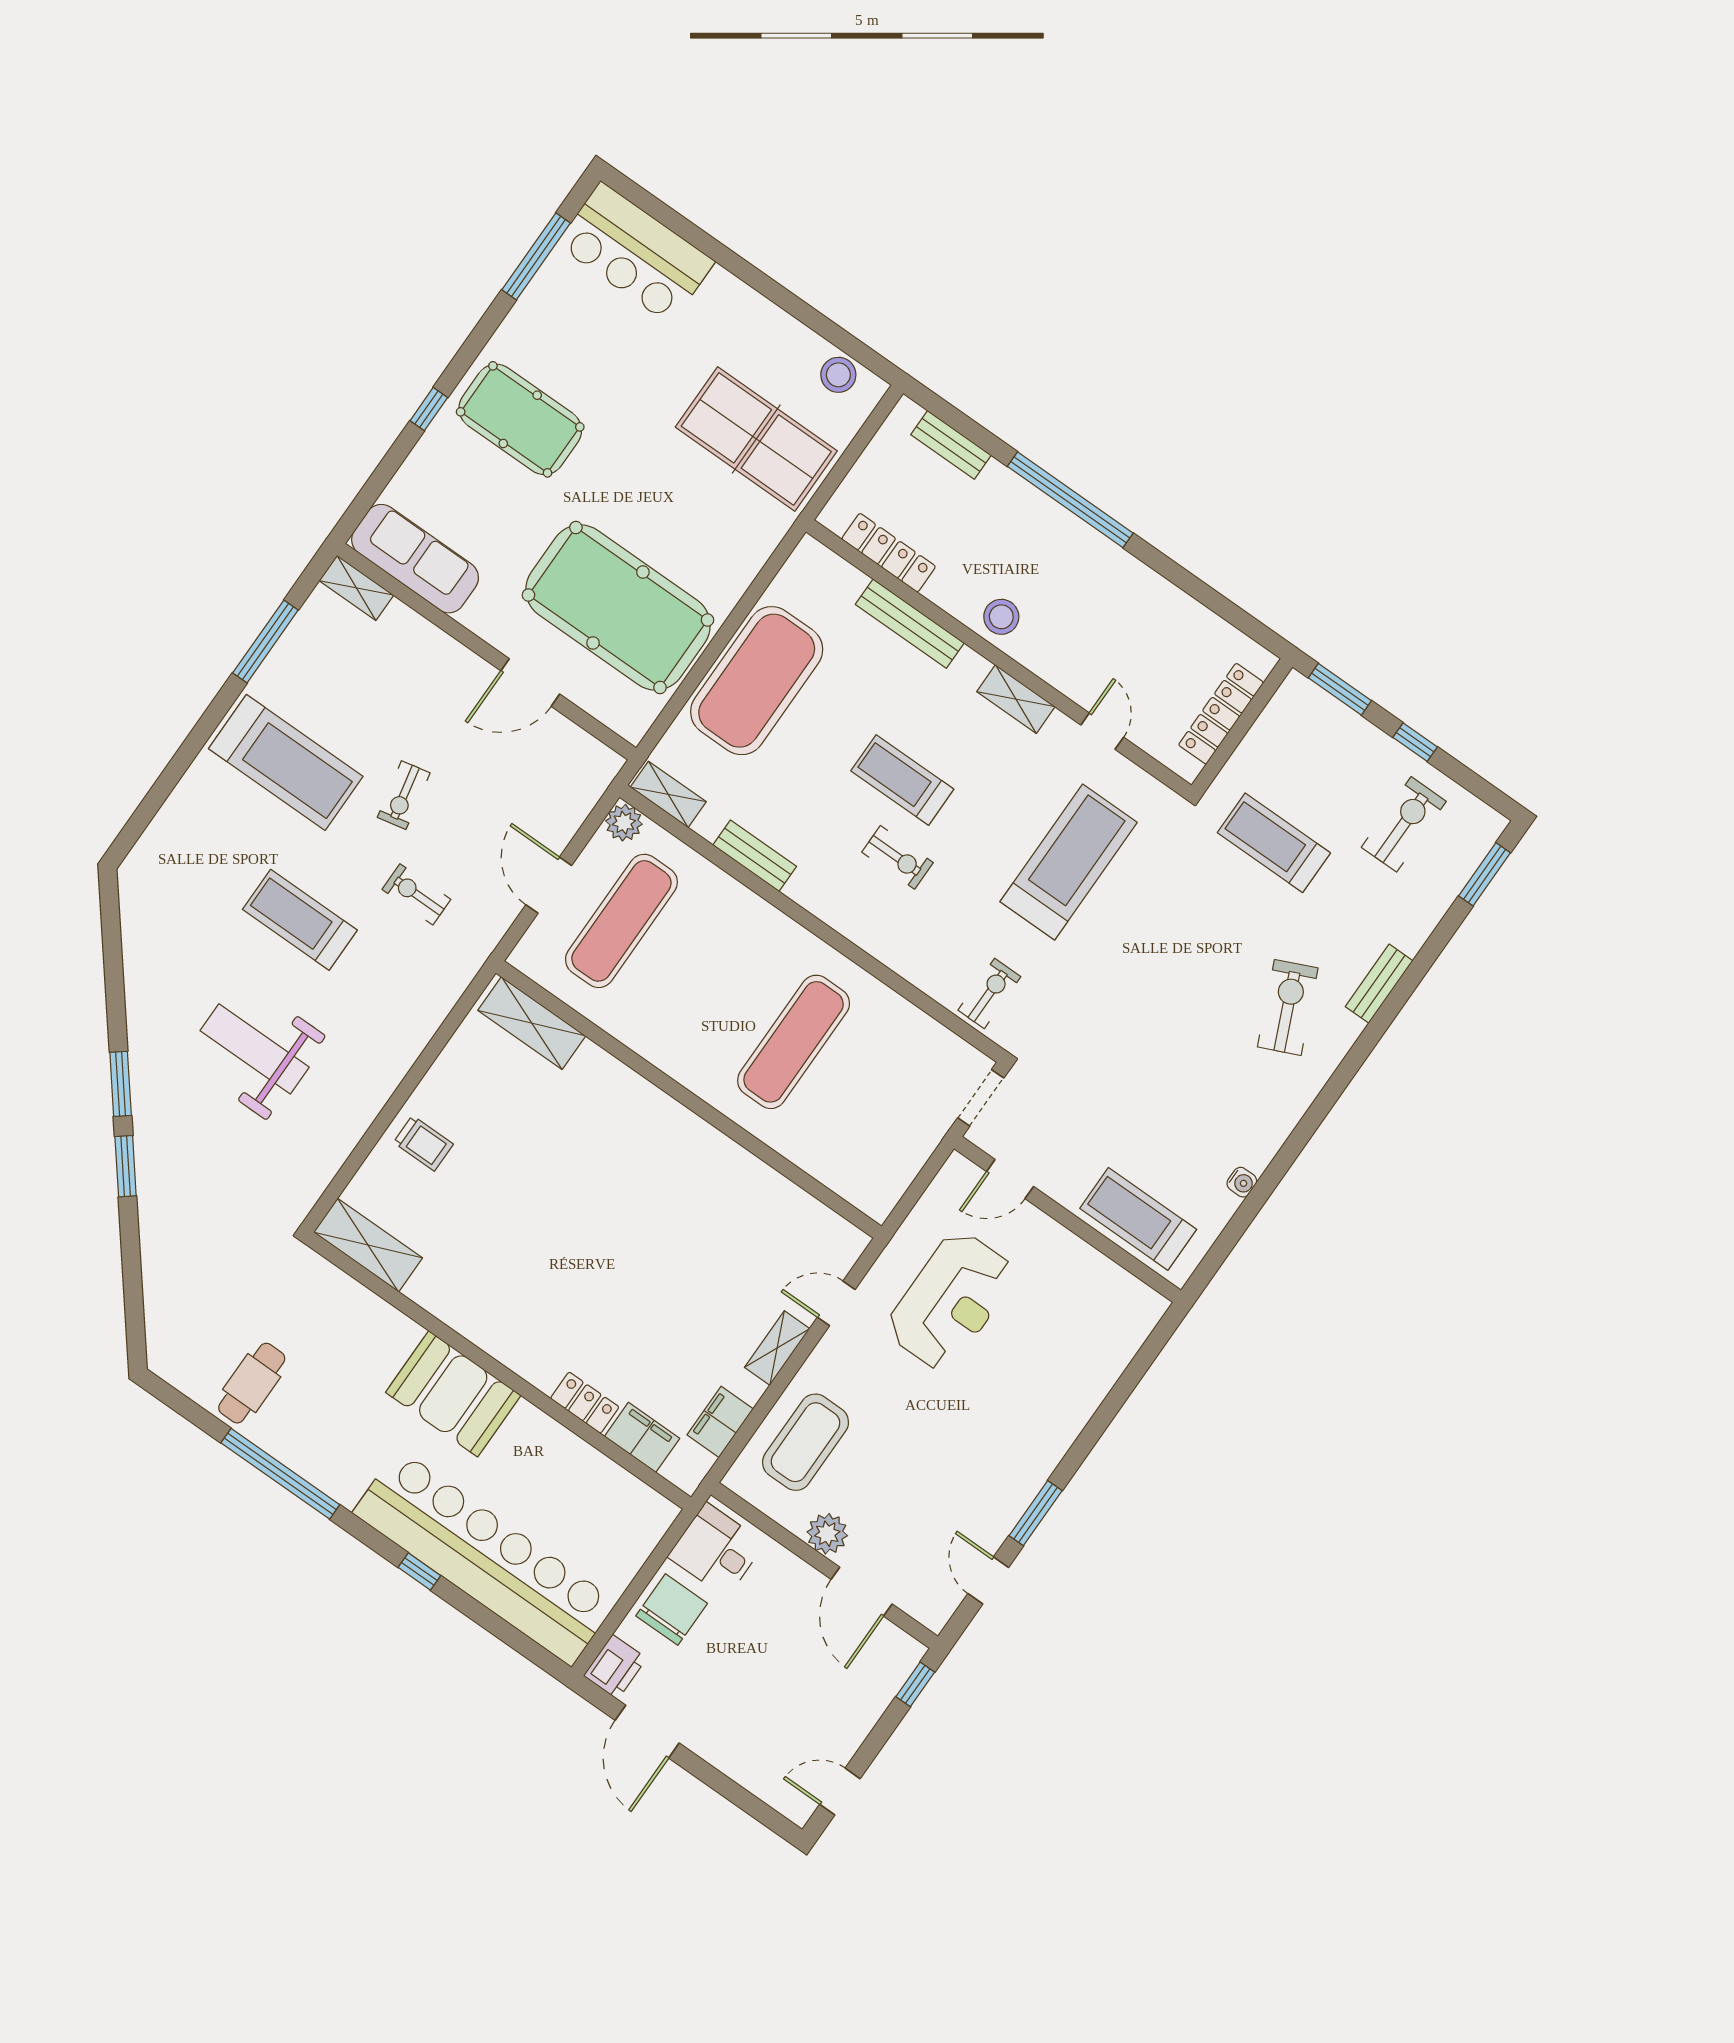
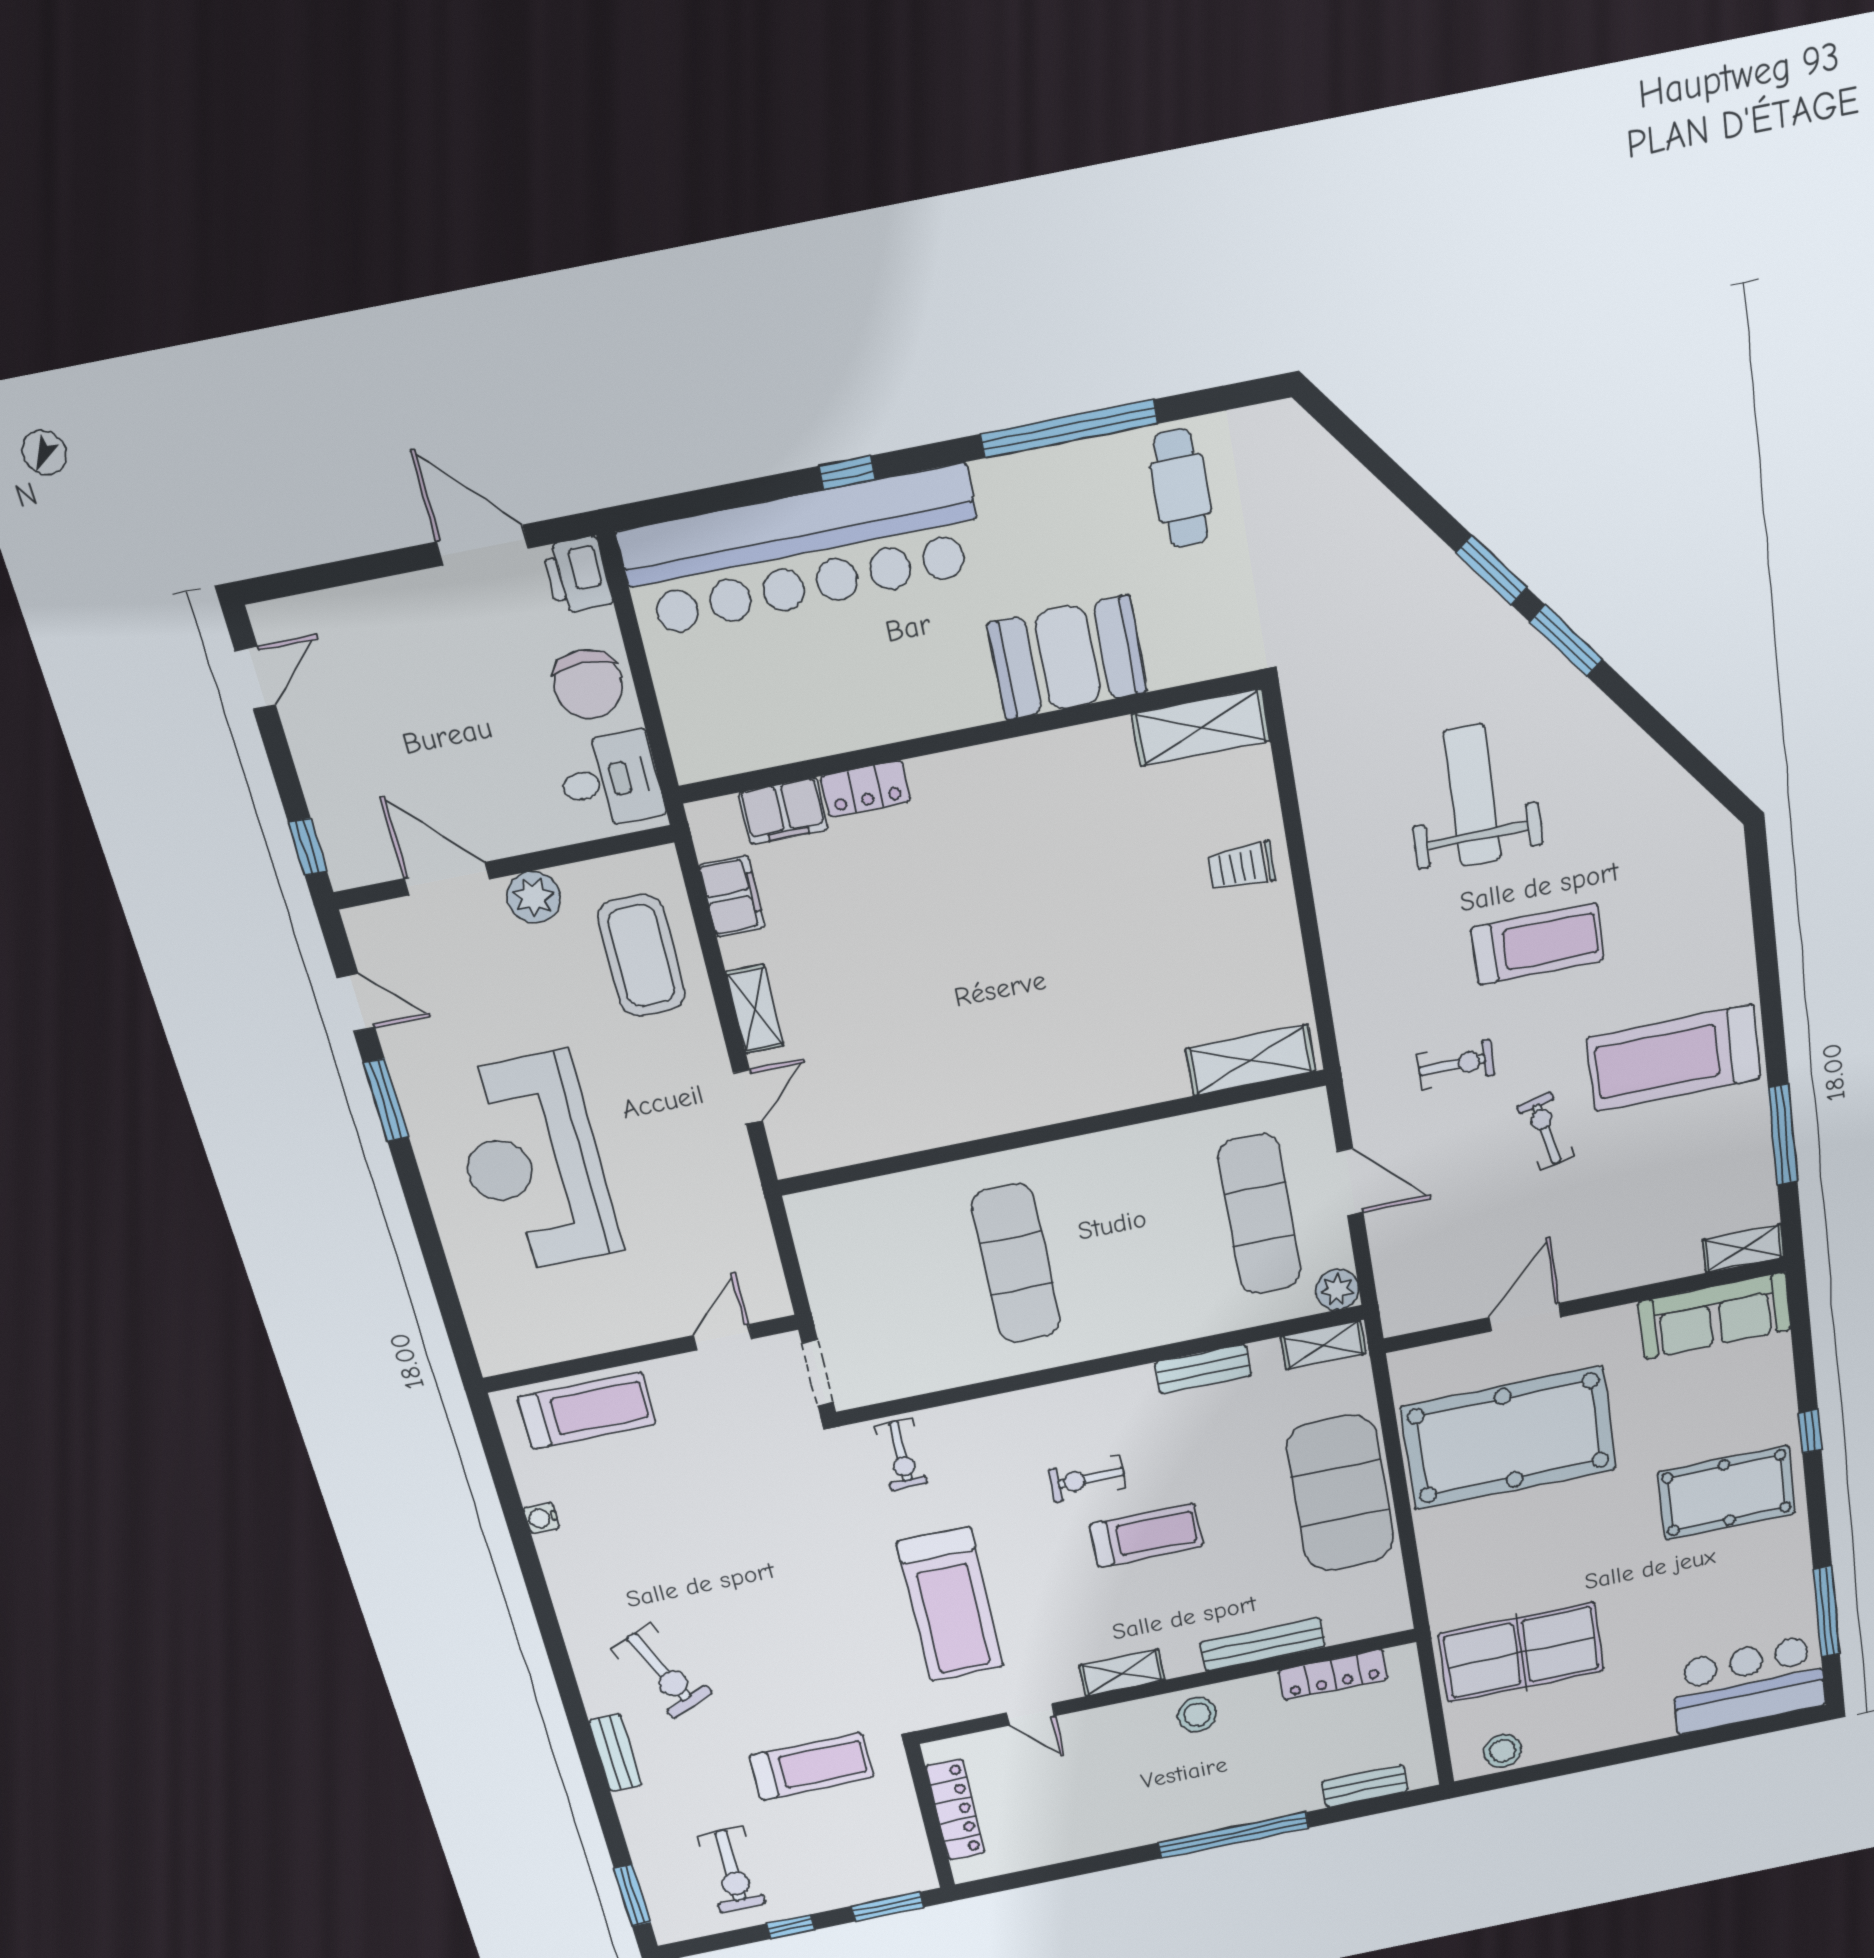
weight bench: (255, 1049) -> (1472, 795), turned -90
reception desk: (951, 1301) -> (533, 1164), moved, width x1.36, depth x1.30
booth: (453, 1394) -> (1067, 658), moved

